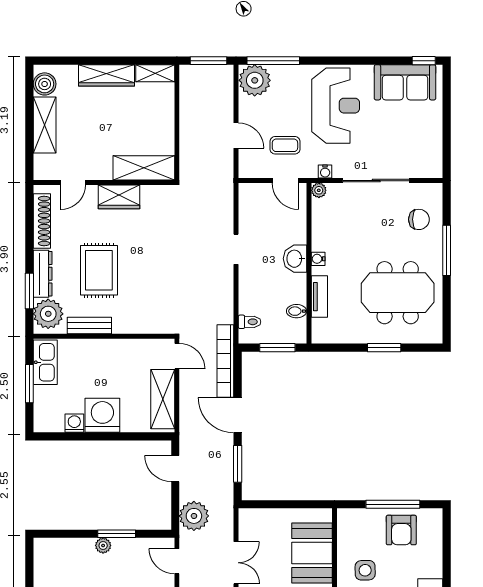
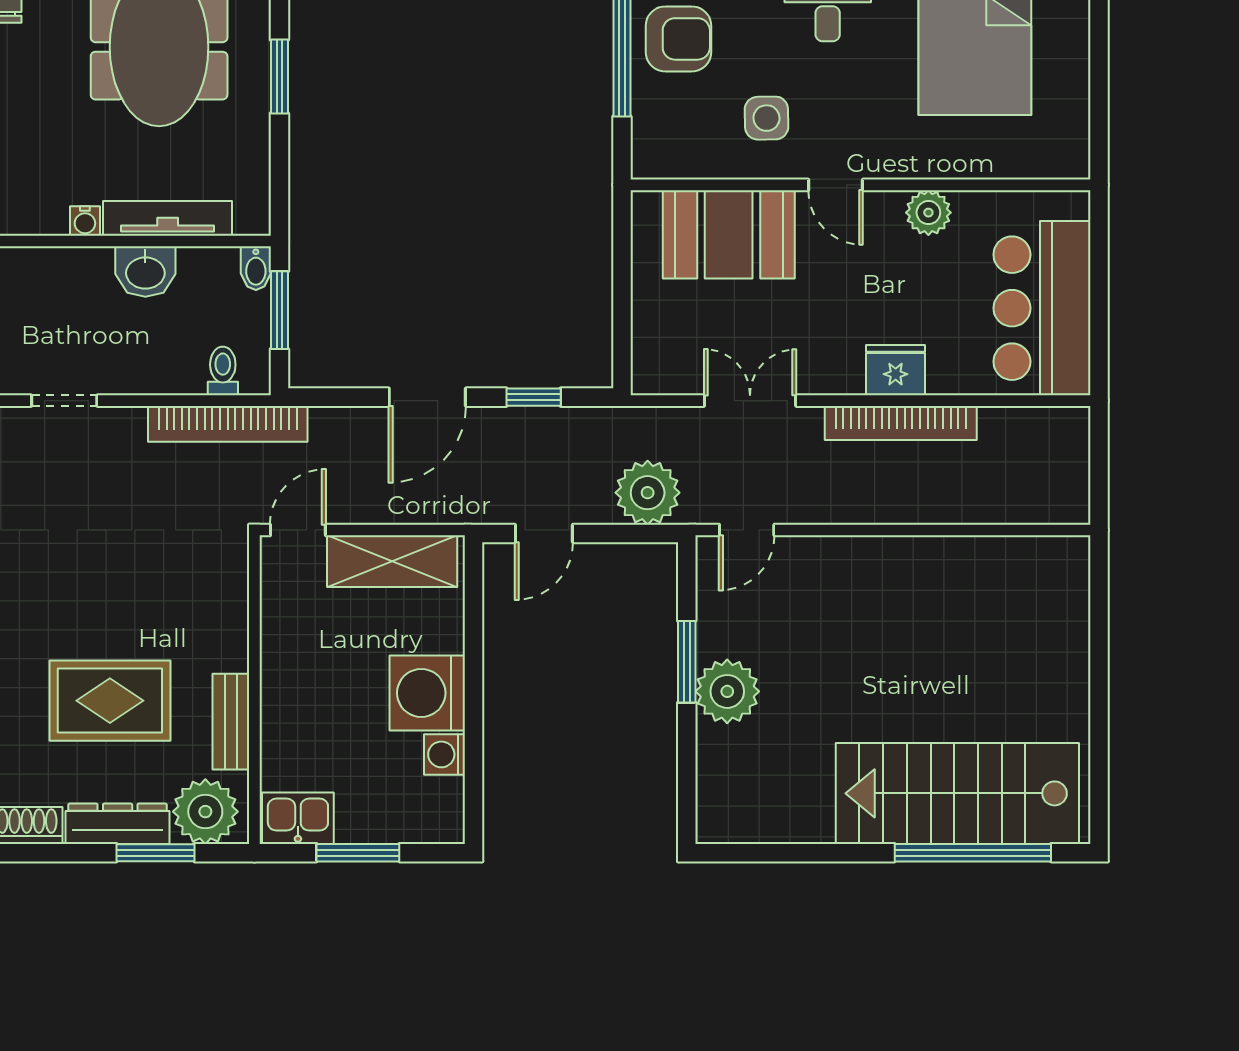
washbasin: (295, 259) -> (145, 271), moved
tv unit: (319, 297) -> (168, 218), width x1.41
bidet: (297, 311) -> (256, 268), moved
bookcase: (225, 361) -> (228, 424), moved
kitchen sink: (45, 362) -> (298, 818), width x0.73
window: (238, 464) -> (534, 397), width x0.67
plant: (103, 546) -> (727, 691), width x1.87, depth x1.87

